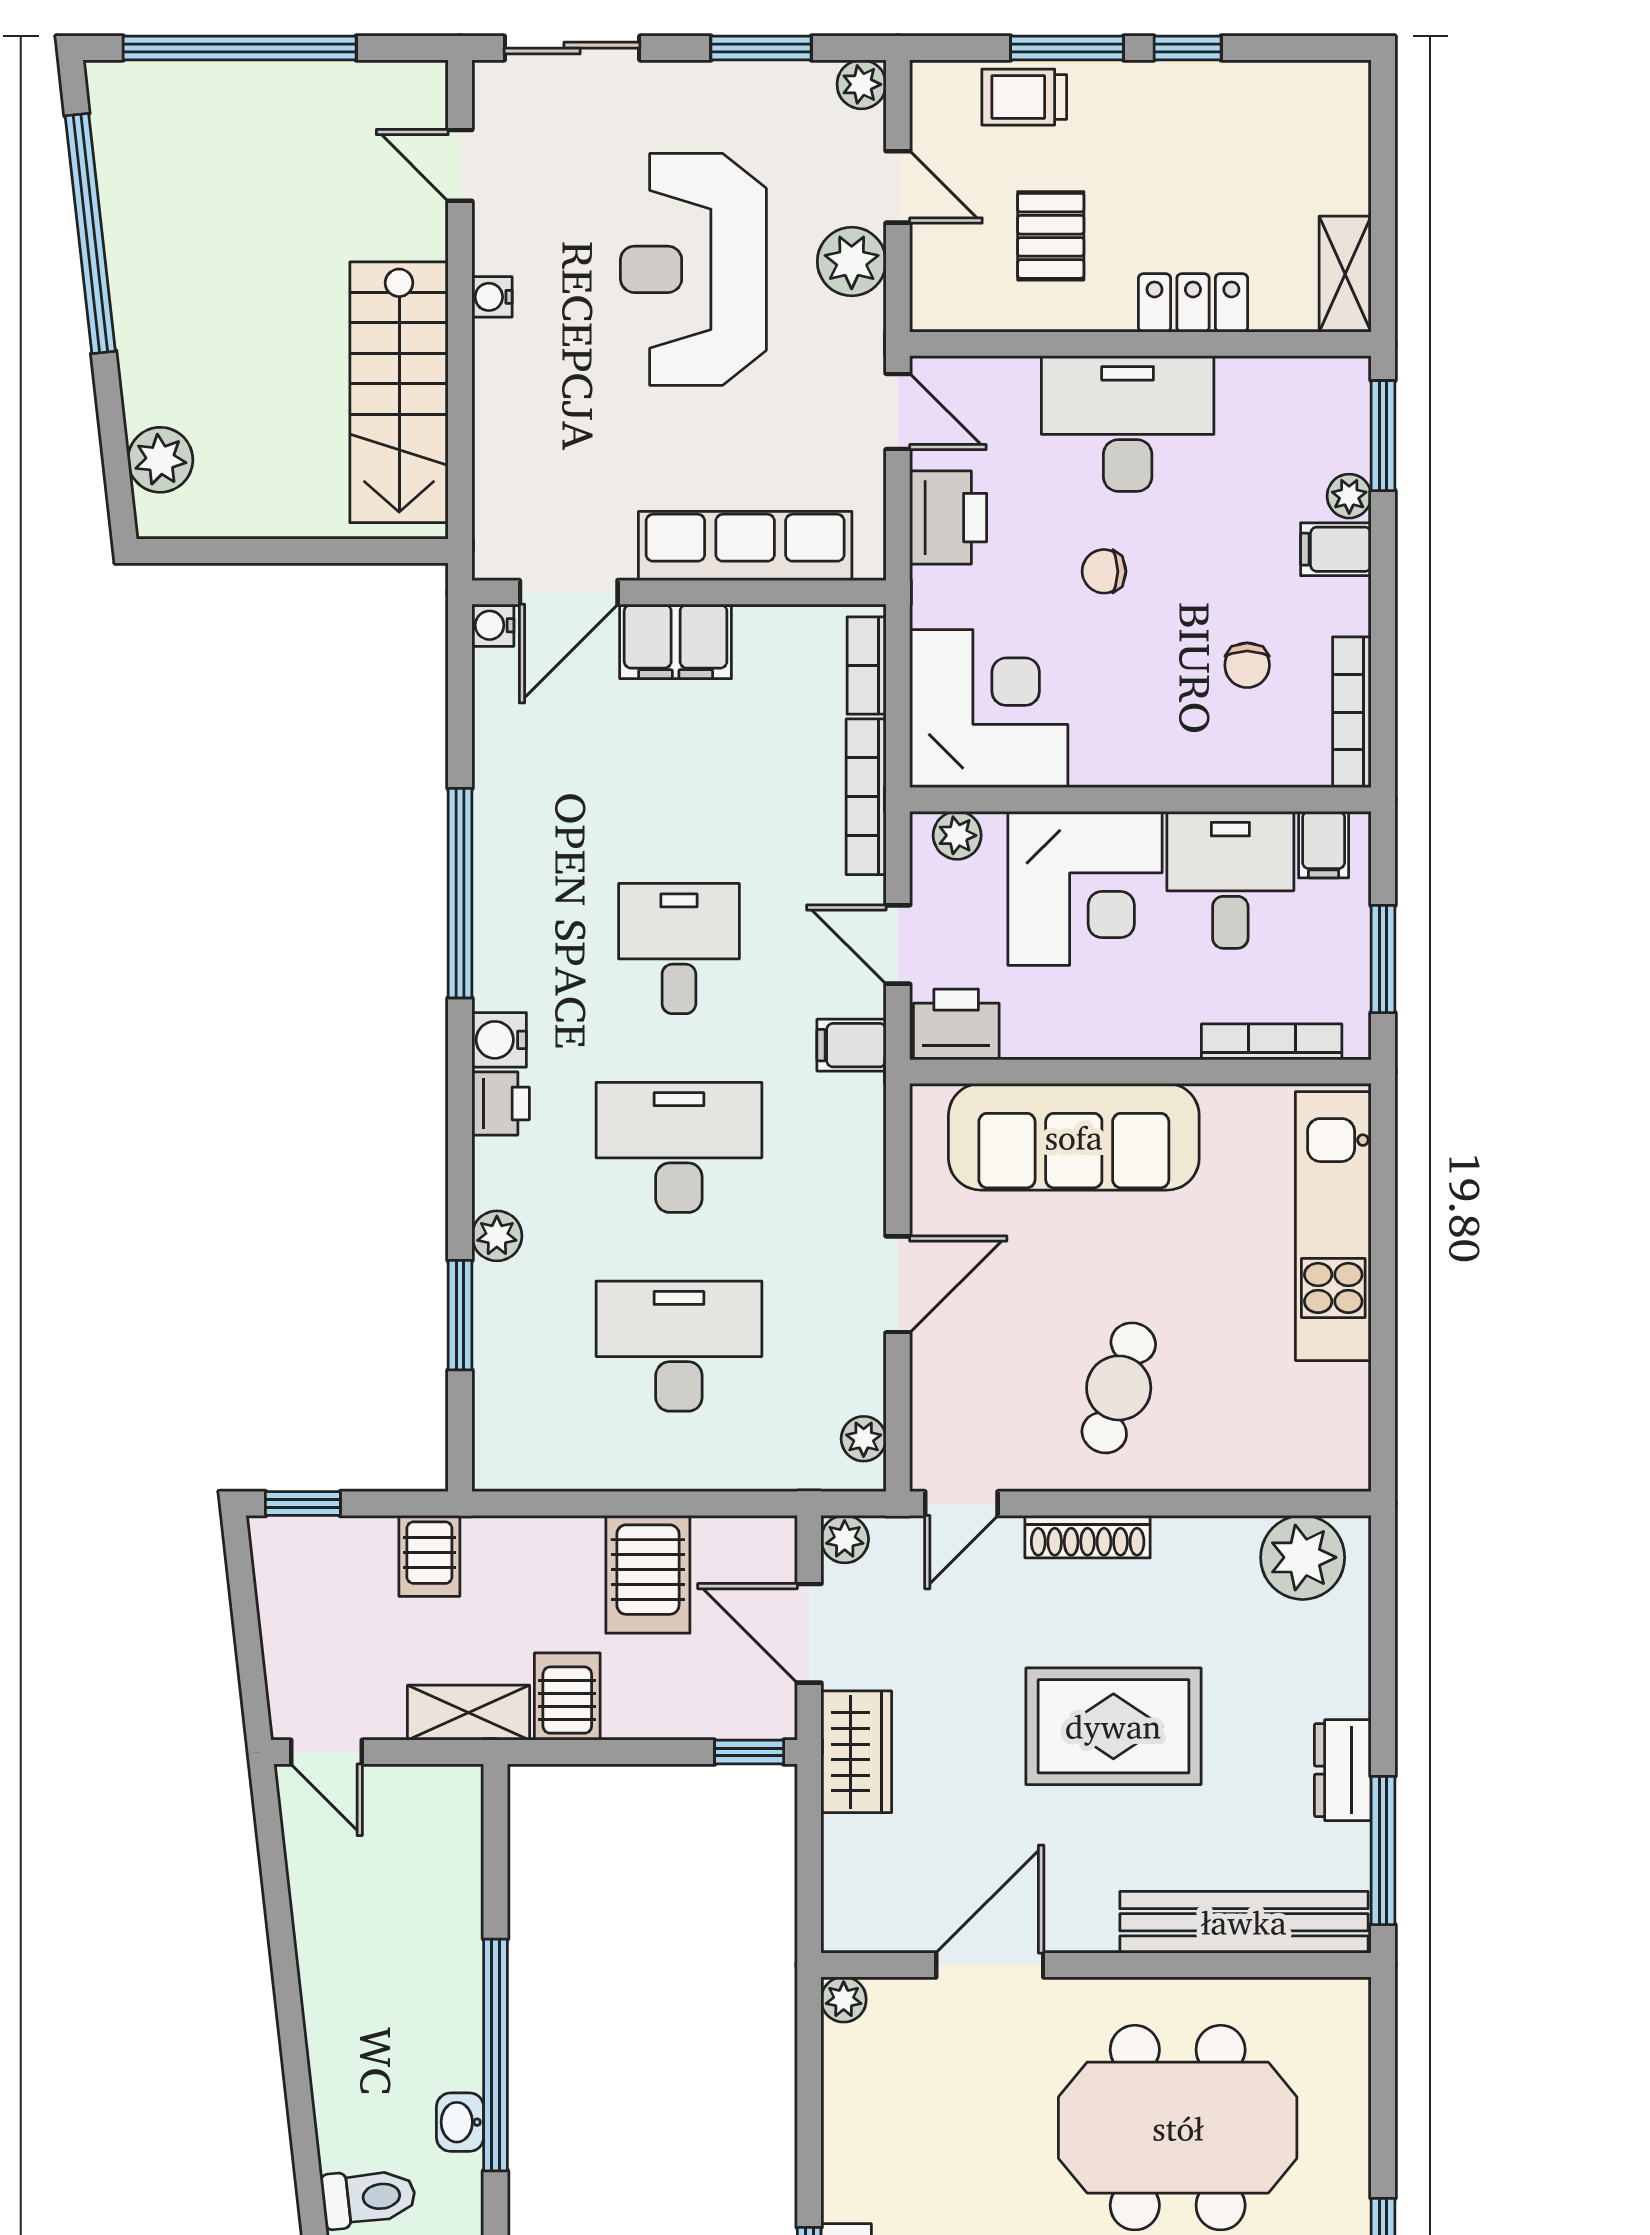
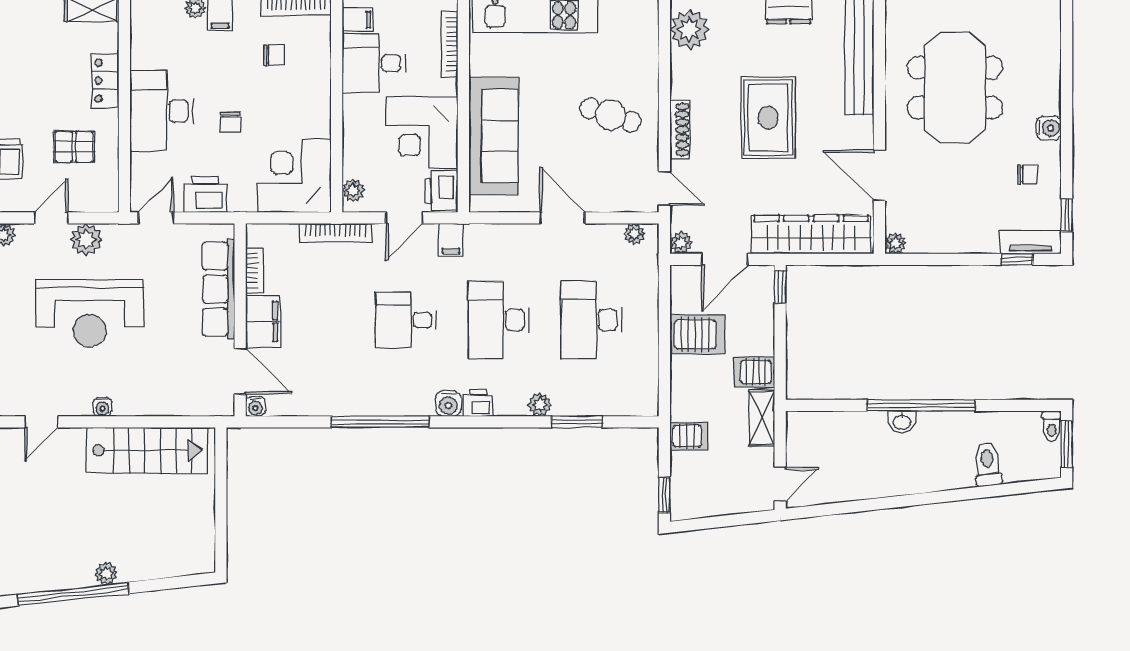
plant: (160, 460) -> (106, 574), moved, width x0.73, depth x0.73
bookcase: (867, 666) -> (255, 271), moved, turned -90
corner desk: (1085, 888) -> (422, 133), moved, turned 180
wardrobe: (856, 1752) -> (811, 235), width x2.10, depth x1.17
washbasin: (460, 2122) -> (902, 422), moved

